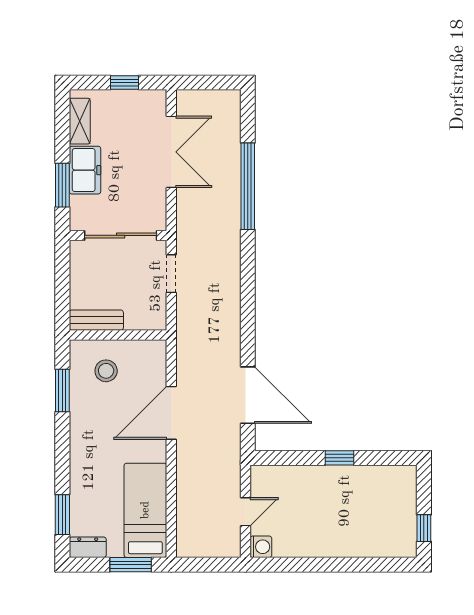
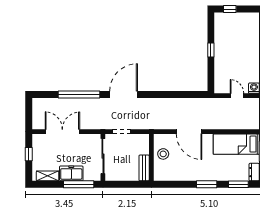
window: (62, 185) -> (79, 184), width x1.44
stool: (106, 371) -> (163, 154), moved
window: (62, 390) -> (207, 184), moved
door: (248, 395) -> (124, 94), moved
window: (424, 528) -> (230, 9), moved

